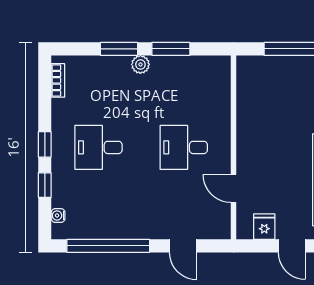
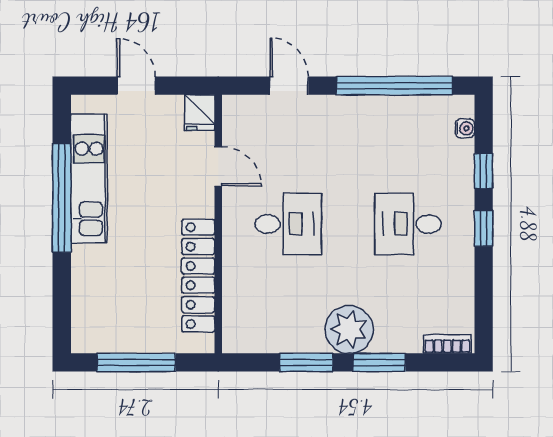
plant: (140, 64) -> (349, 329), width x1.87, depth x1.87
bookcase: (58, 80) -> (447, 344), moved, turned 90
locker: (248, 111) -> (198, 276), added
desk: (98, 147) -> (408, 224), turned 180
fridge: (264, 227) -> (200, 113), moved

